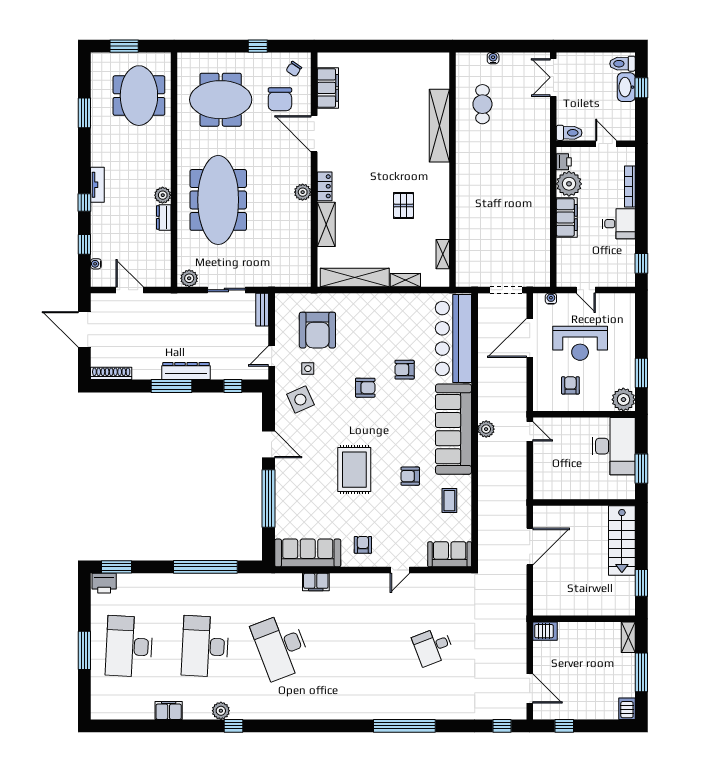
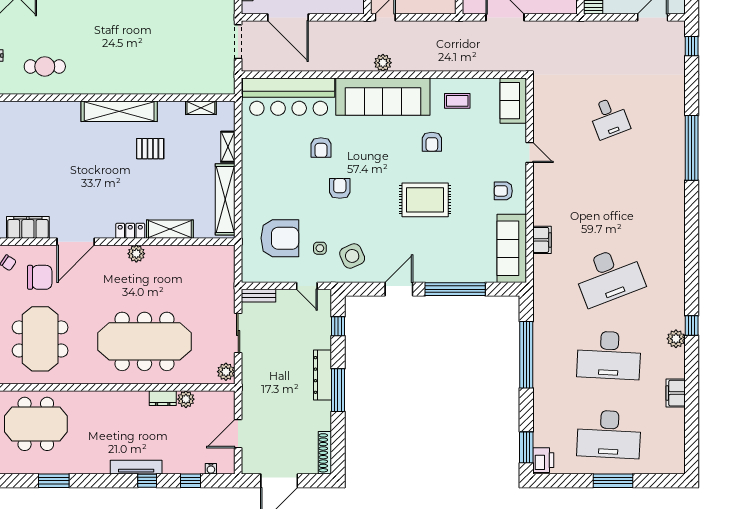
shelving: (439, 126) -> (119, 111), moved
tv unit: (97, 185) -> (136, 467), width x1.41
plant: (163, 195) -> (186, 399), moved

